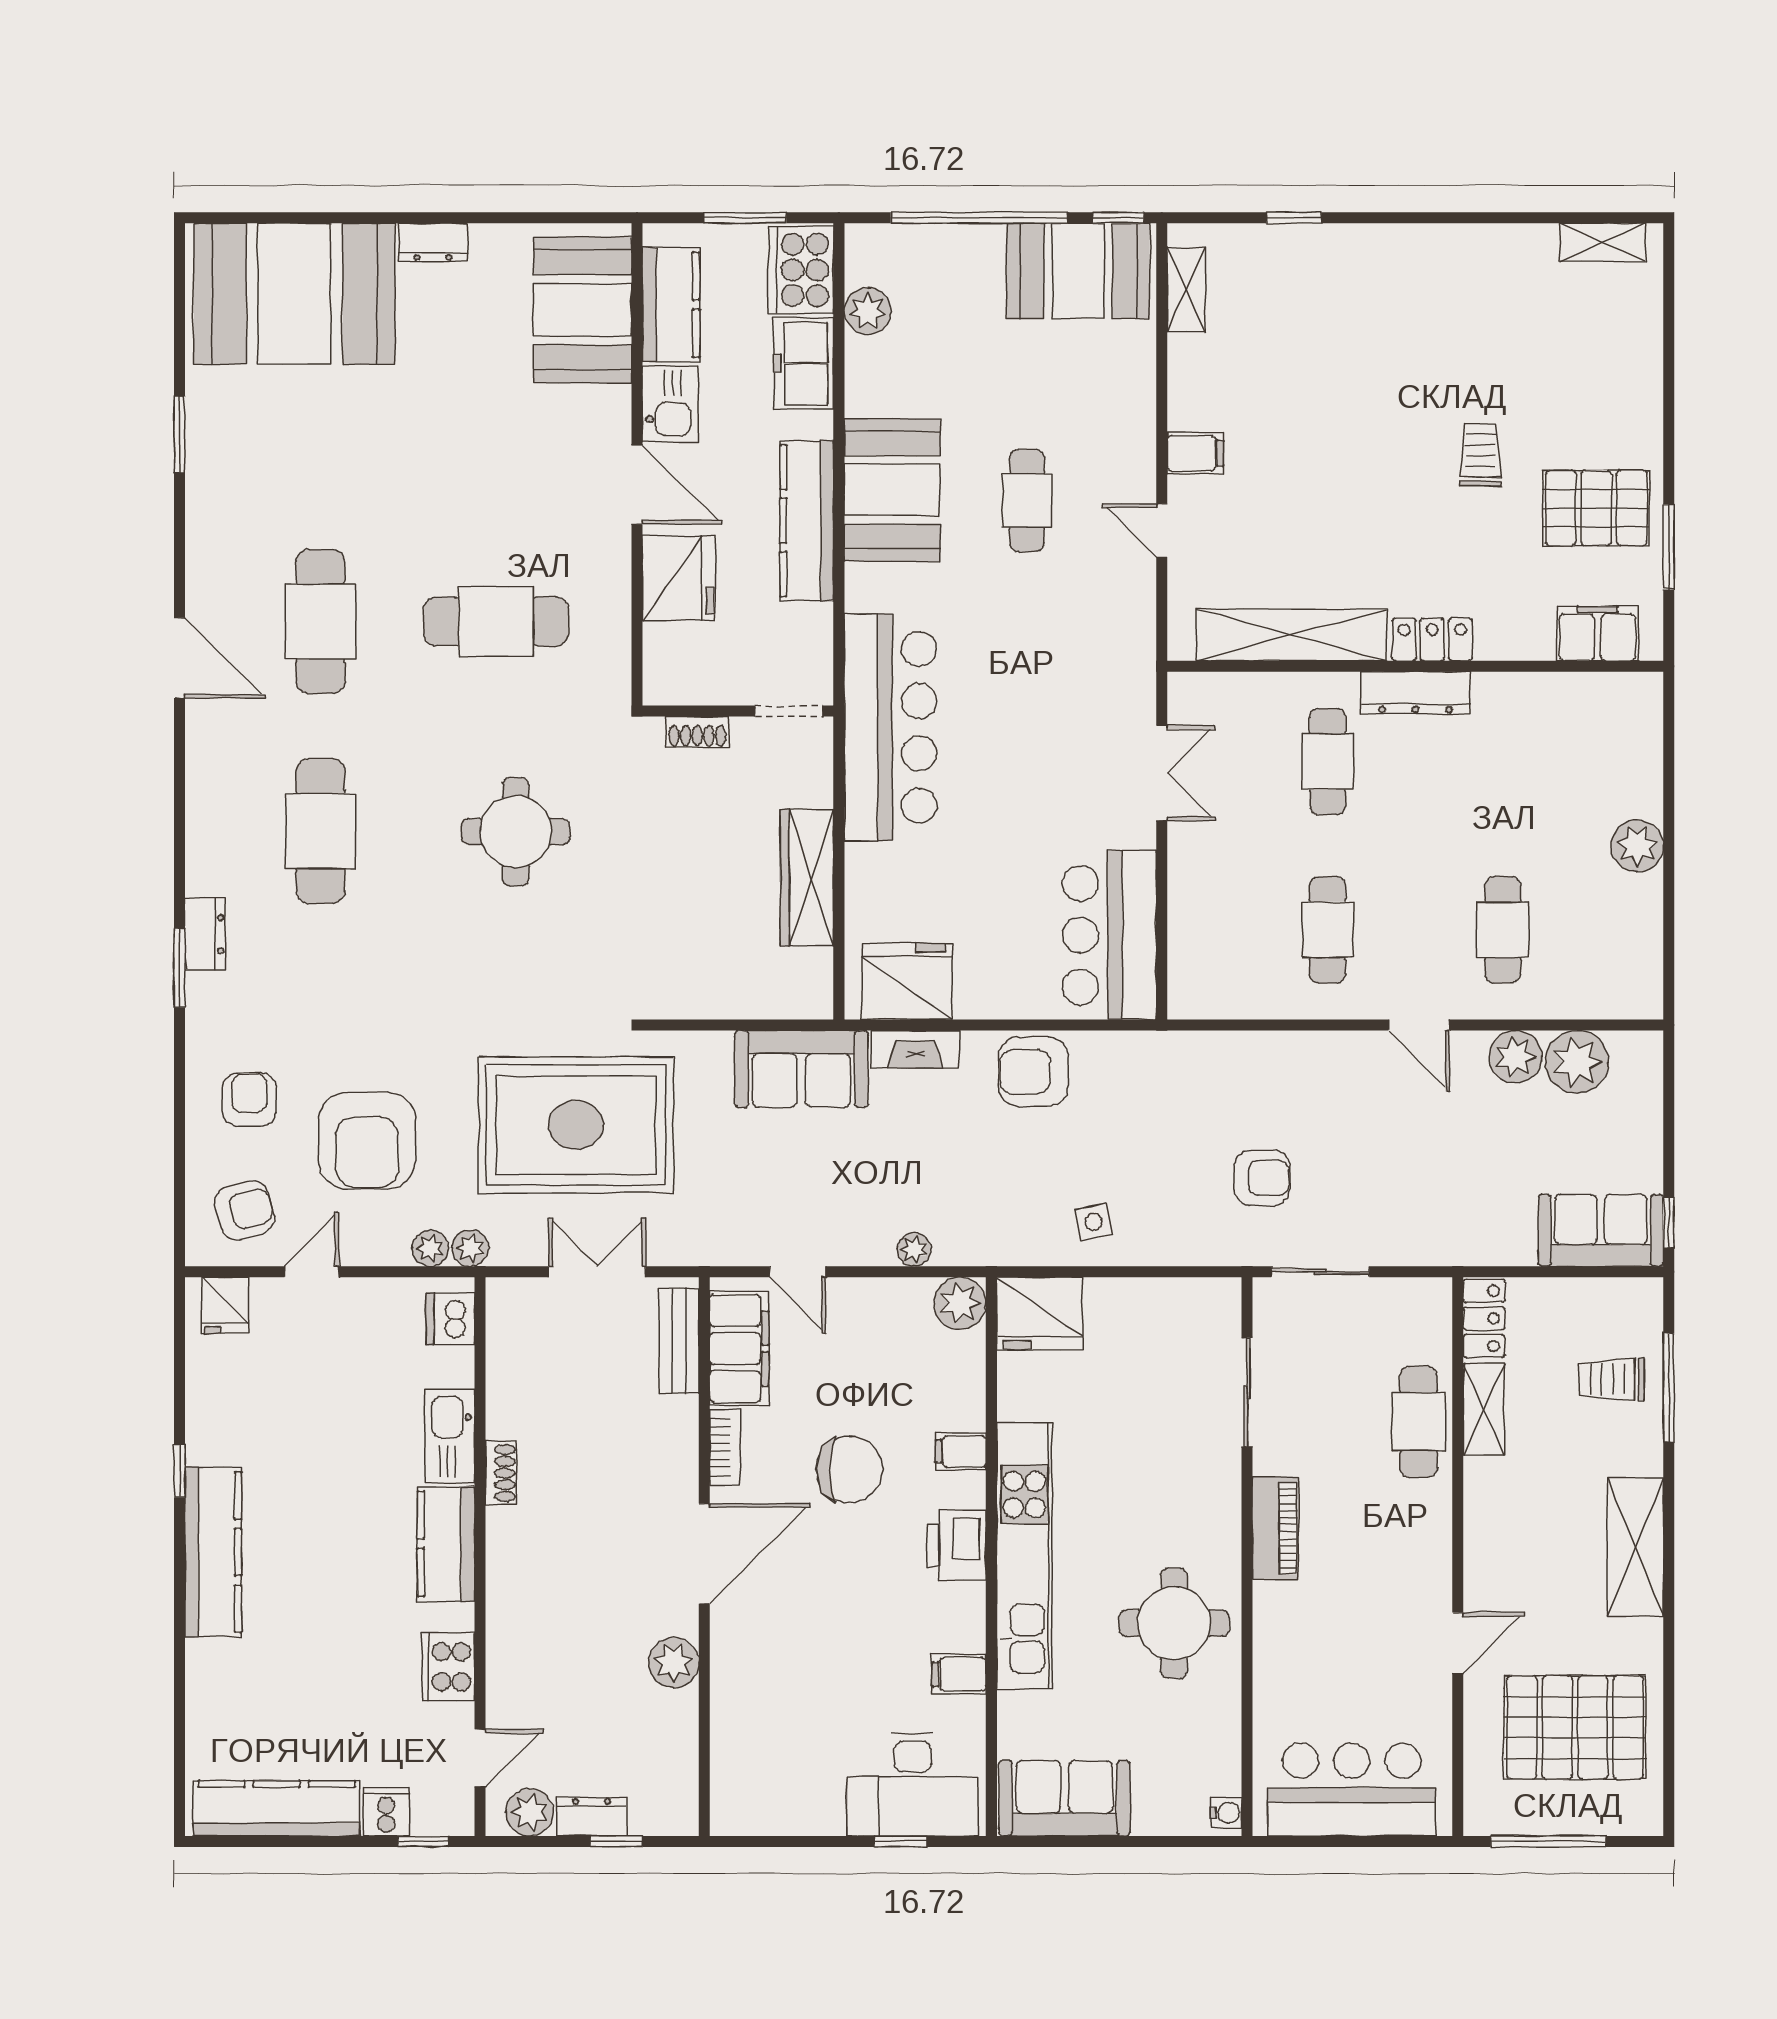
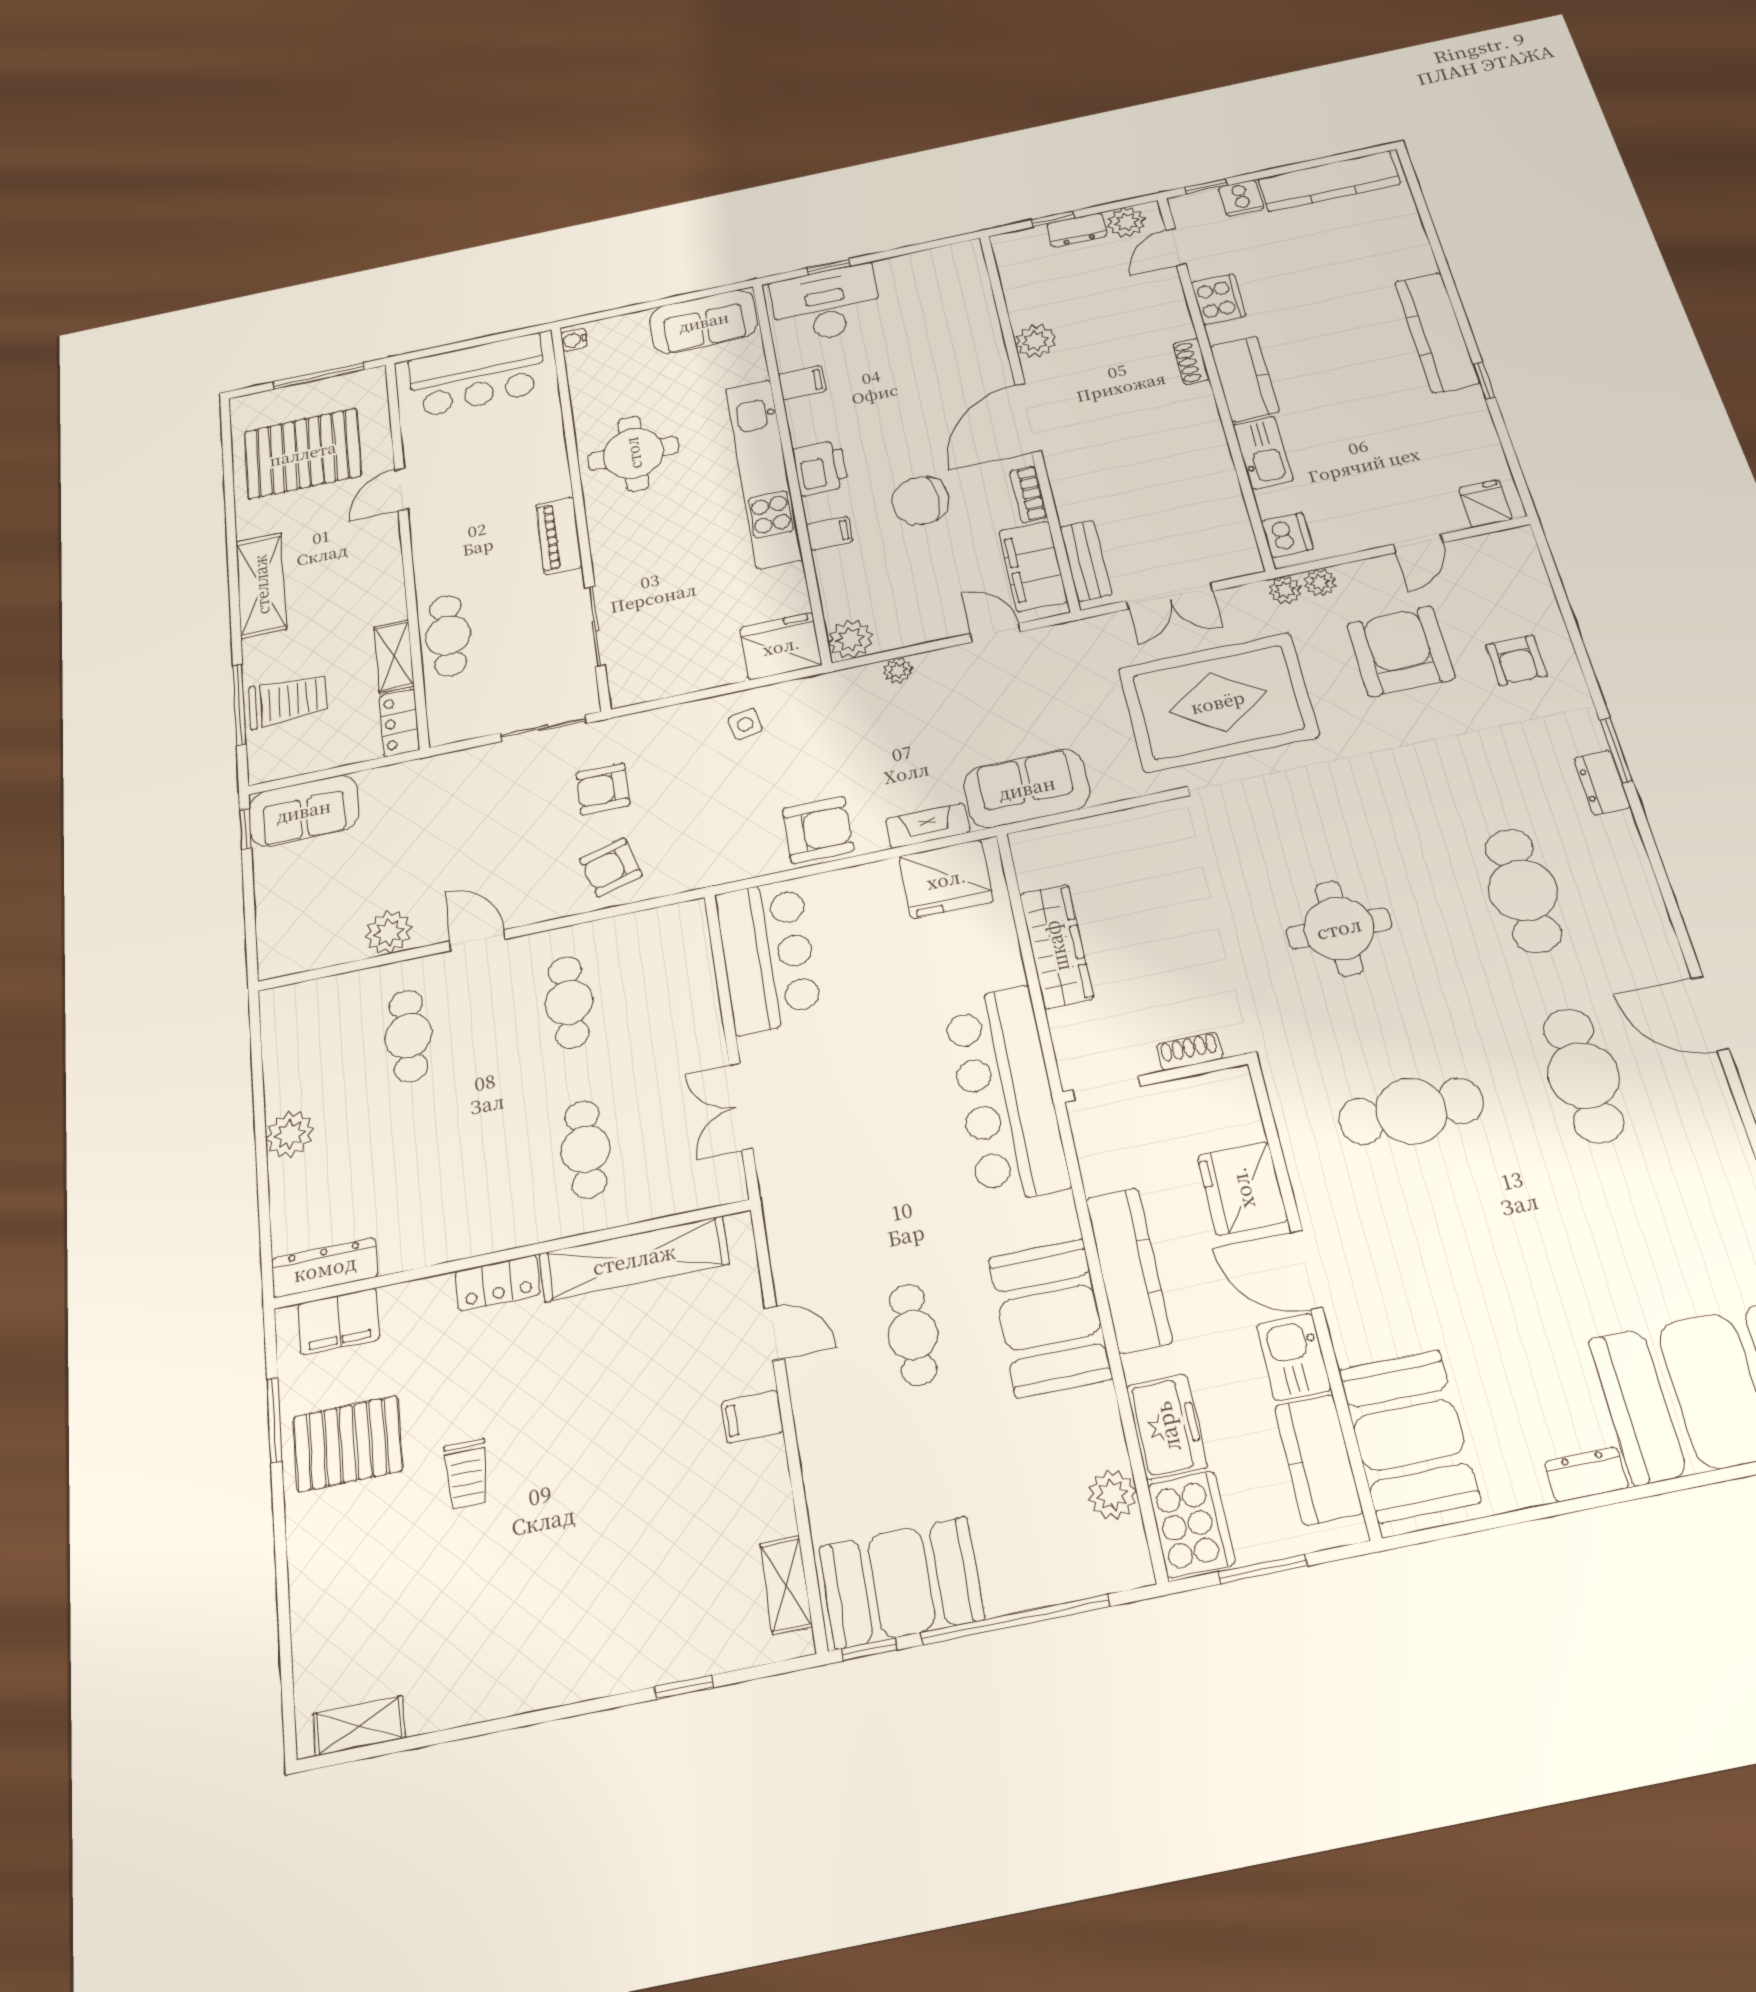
dresser: (1416, 693) -> (325, 1268), moved
plant: (1577, 1062) -> (334, 940), removed
armchair: (245, 1210) -> (611, 867), moved
trolley: (1612, 1379) -> (288, 701), width x1.36, depth x1.39
shoe rack: (501, 1473) -> (1191, 362), moved

